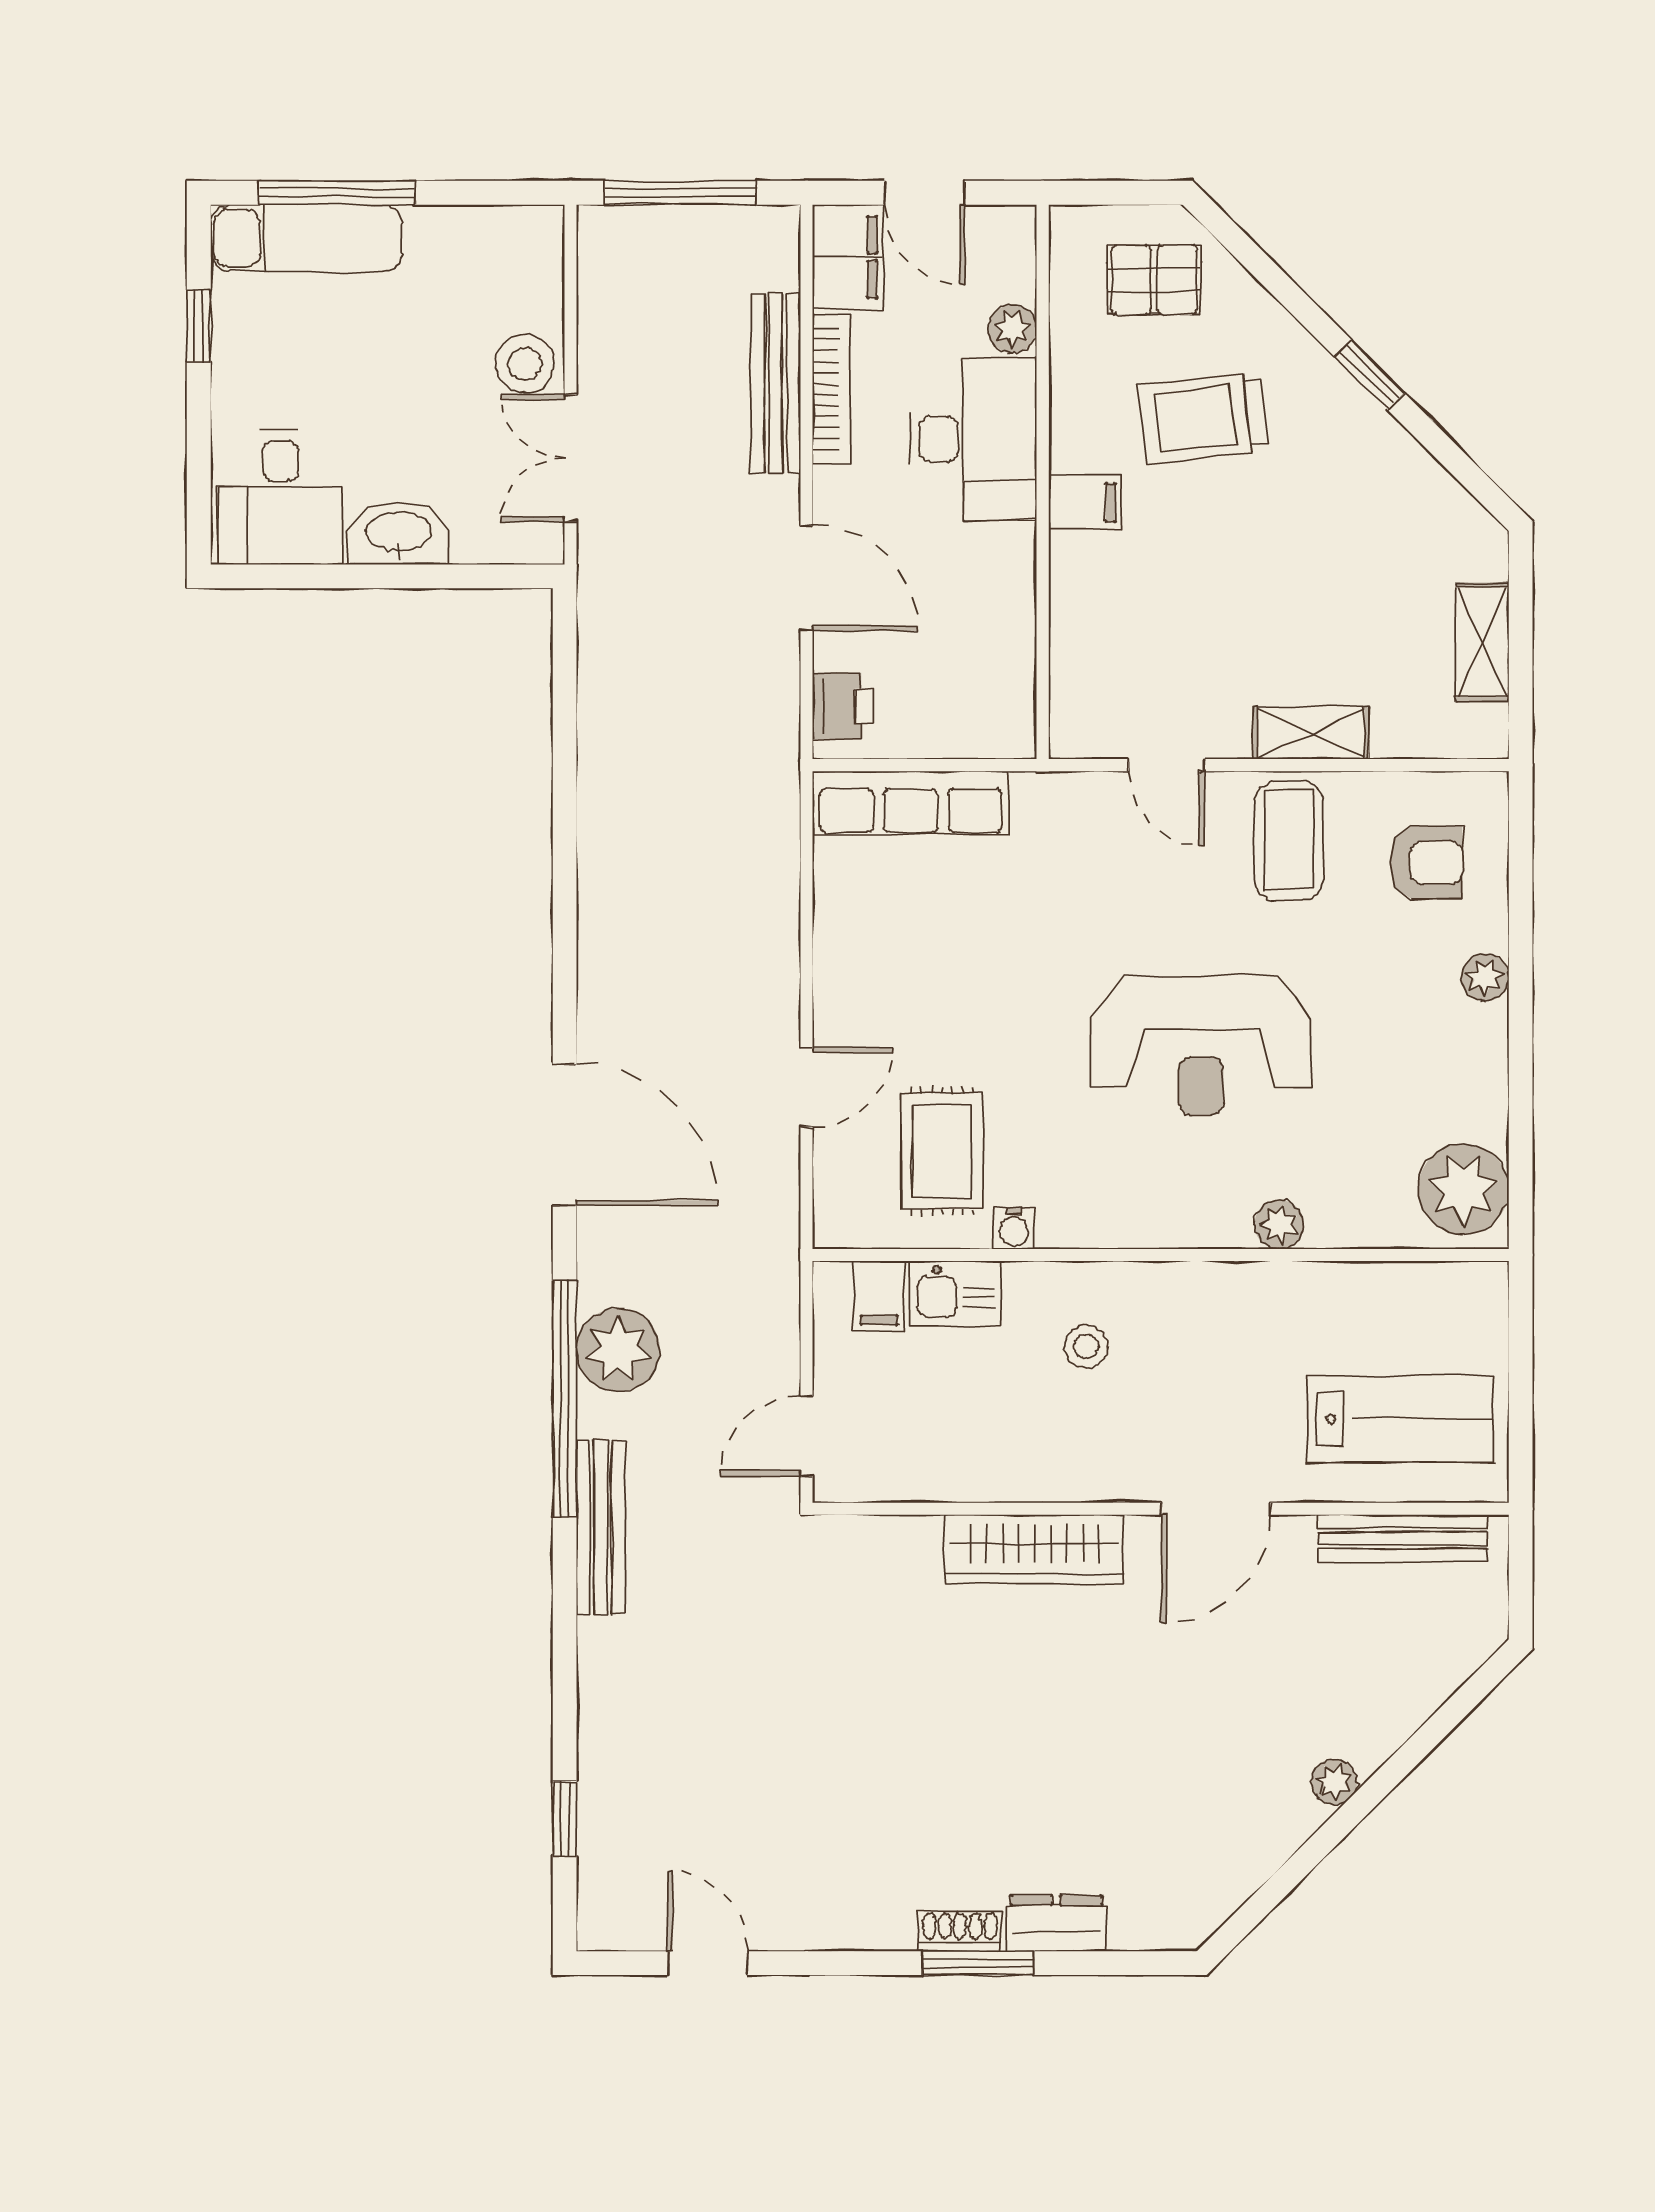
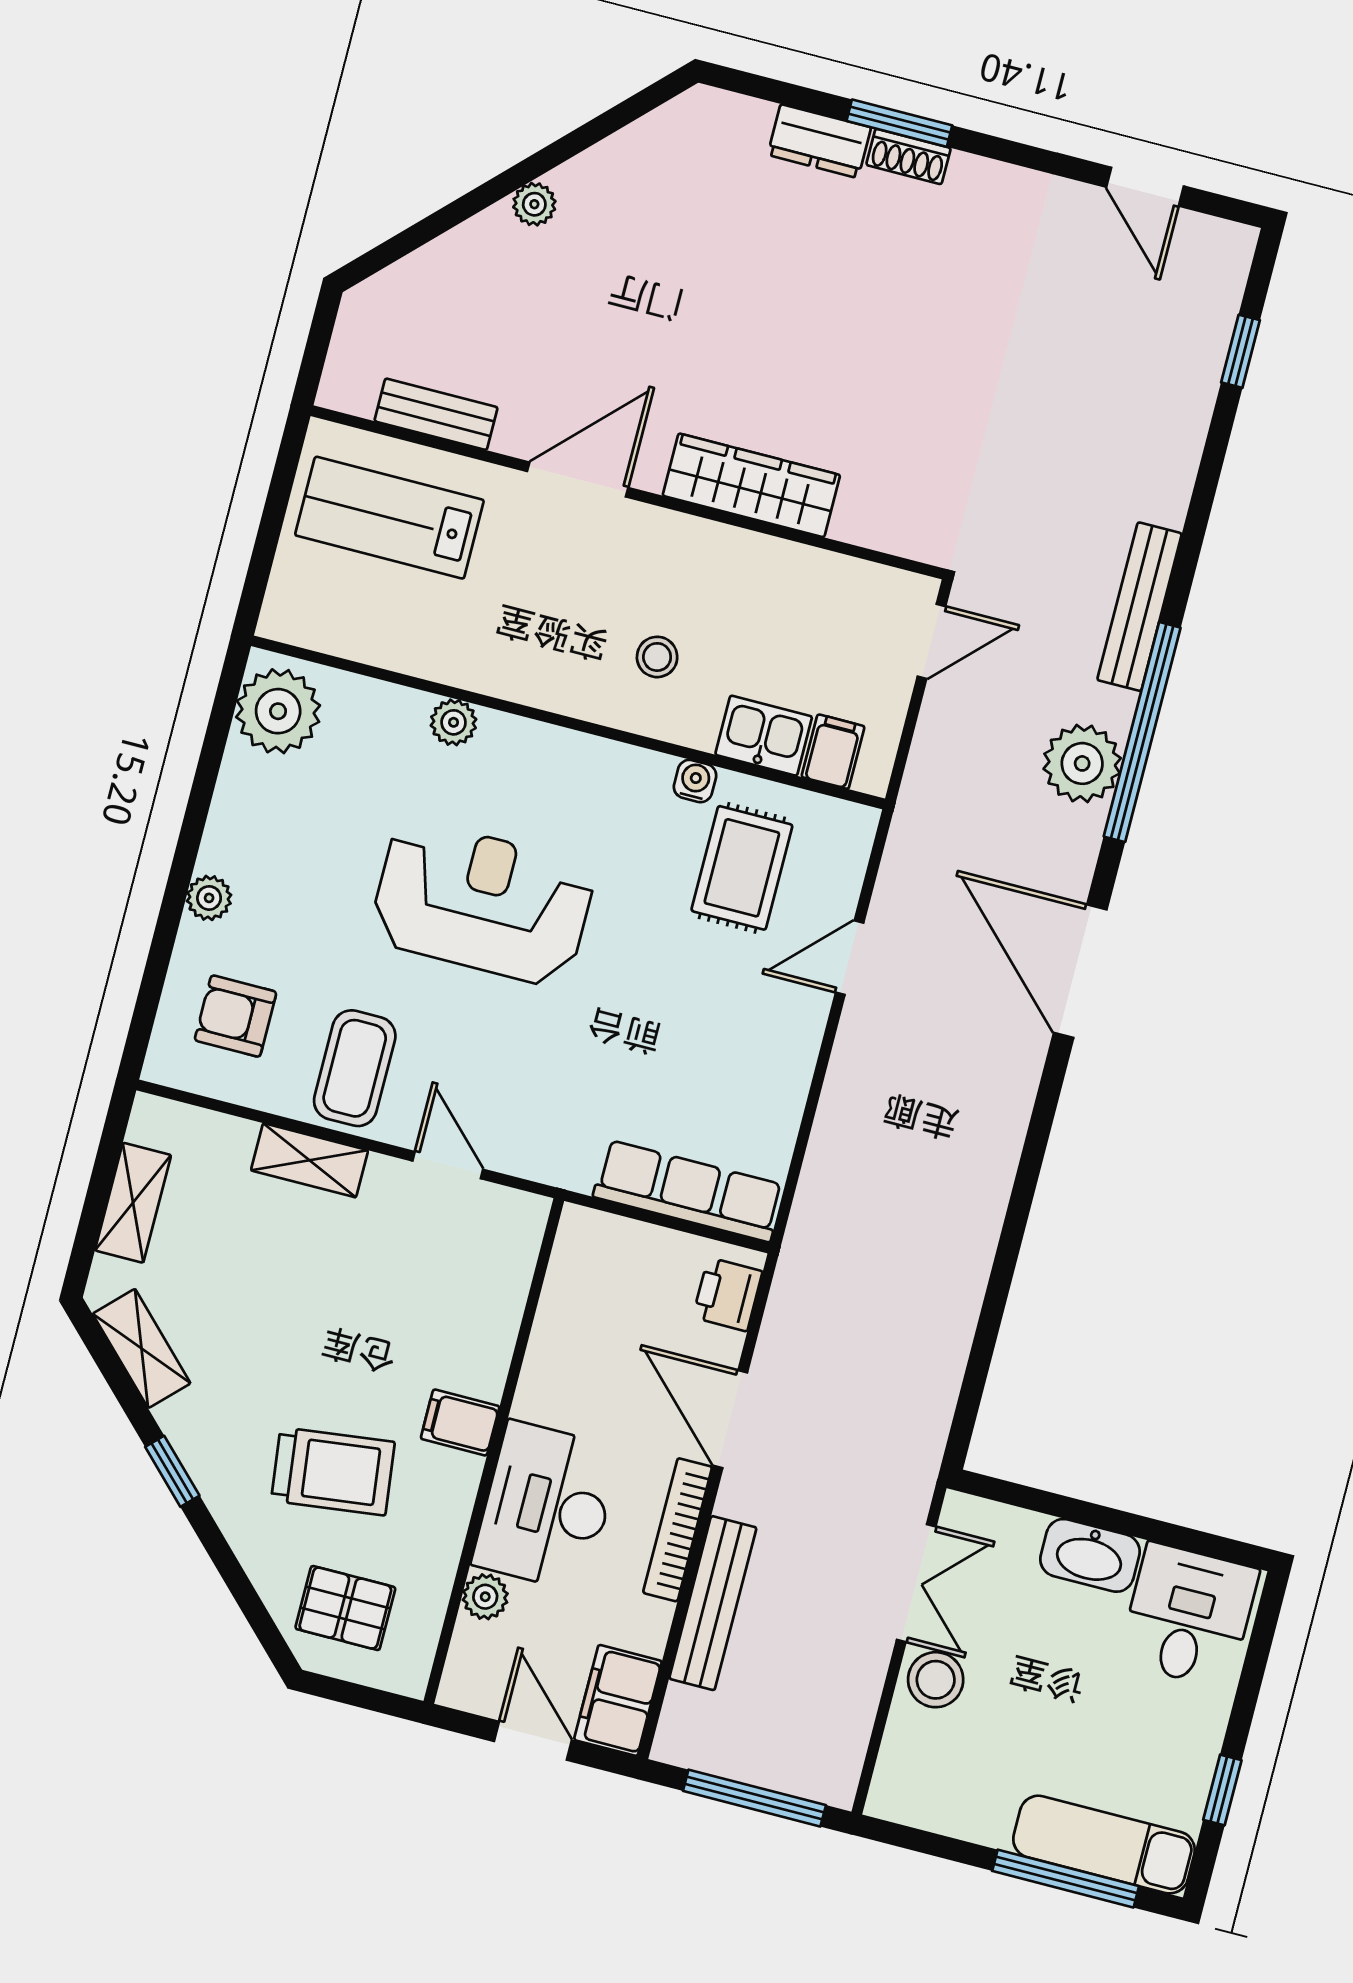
bookcase: (832, 389) -> (678, 1530), moved
shelving: (1434, 494) -> (142, 1348), added
bench: (1402, 1538) -> (436, 414), width x0.73

